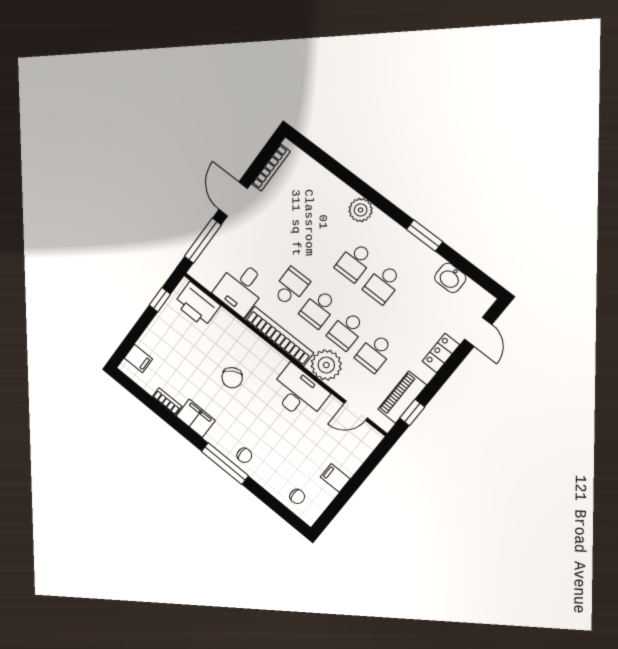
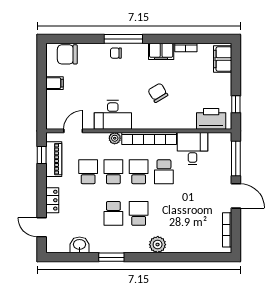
school desk: (383, 284) -> (113, 213), turned 180
filing cabinet: (138, 358) -> (223, 59), width x2.00
plant: (326, 365) -> (115, 138), width x0.53, depth x0.53
chair: (297, 496) -> (67, 54), width x1.87, depth x1.87

